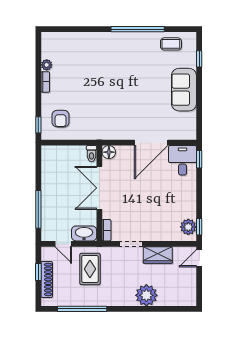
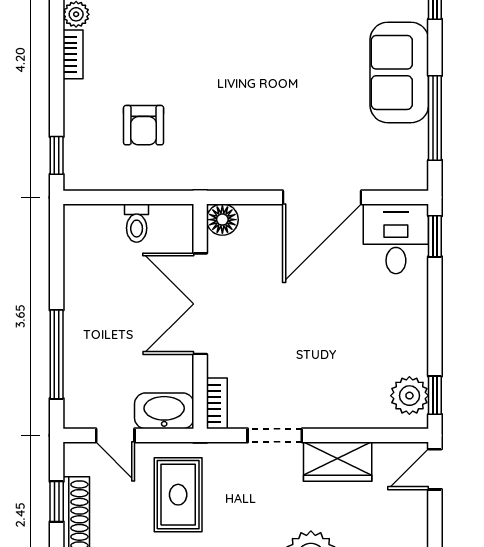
window: (199, 109) -> (435, 118), added
armchair: (61, 119) -> (144, 125), moved
toilet: (92, 154) -> (137, 223), moved

